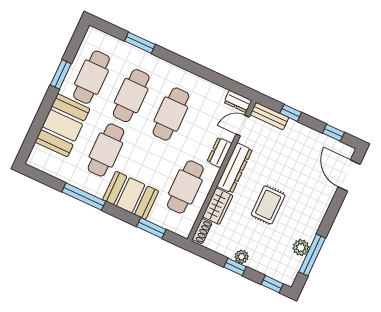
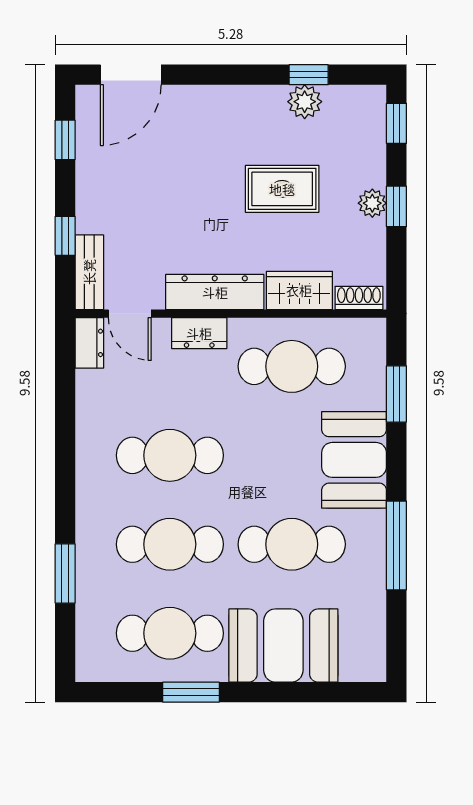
rug: (268, 205) -> (282, 189), moved
window: (312, 255) -> (309, 75), width x0.46

